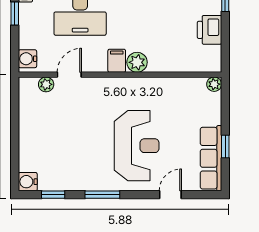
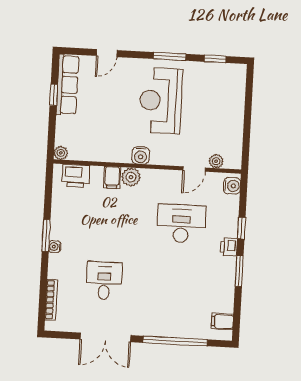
printer: (209, 30) -> (76, 176), moved, turned 90
filing cabinet: (117, 61) -> (112, 177), moved
reception desk: (137, 146) -> (161, 101), moved
water cooler: (28, 182) -> (141, 155), moved, turned 90

